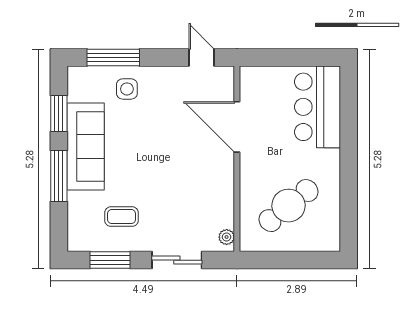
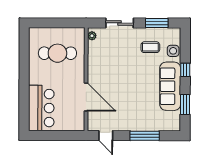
window: (113, 57) -> (145, 136), moved
side table: (127, 89) -> (173, 51), moved
window: (59, 176) -> (185, 70), width x0.46
cafe table: (289, 206) -> (57, 53), turned 39

